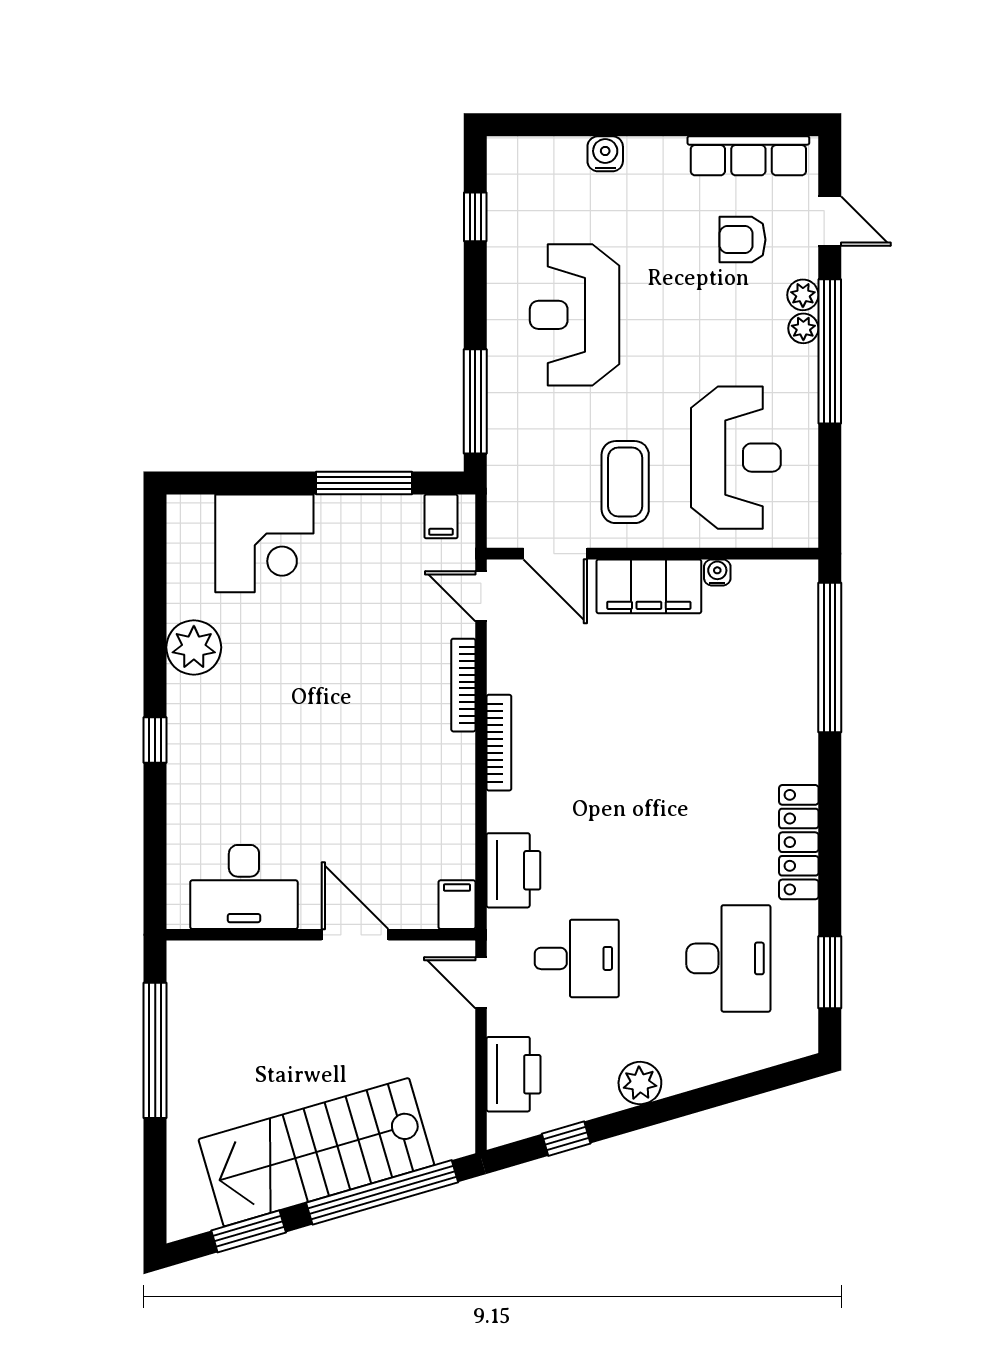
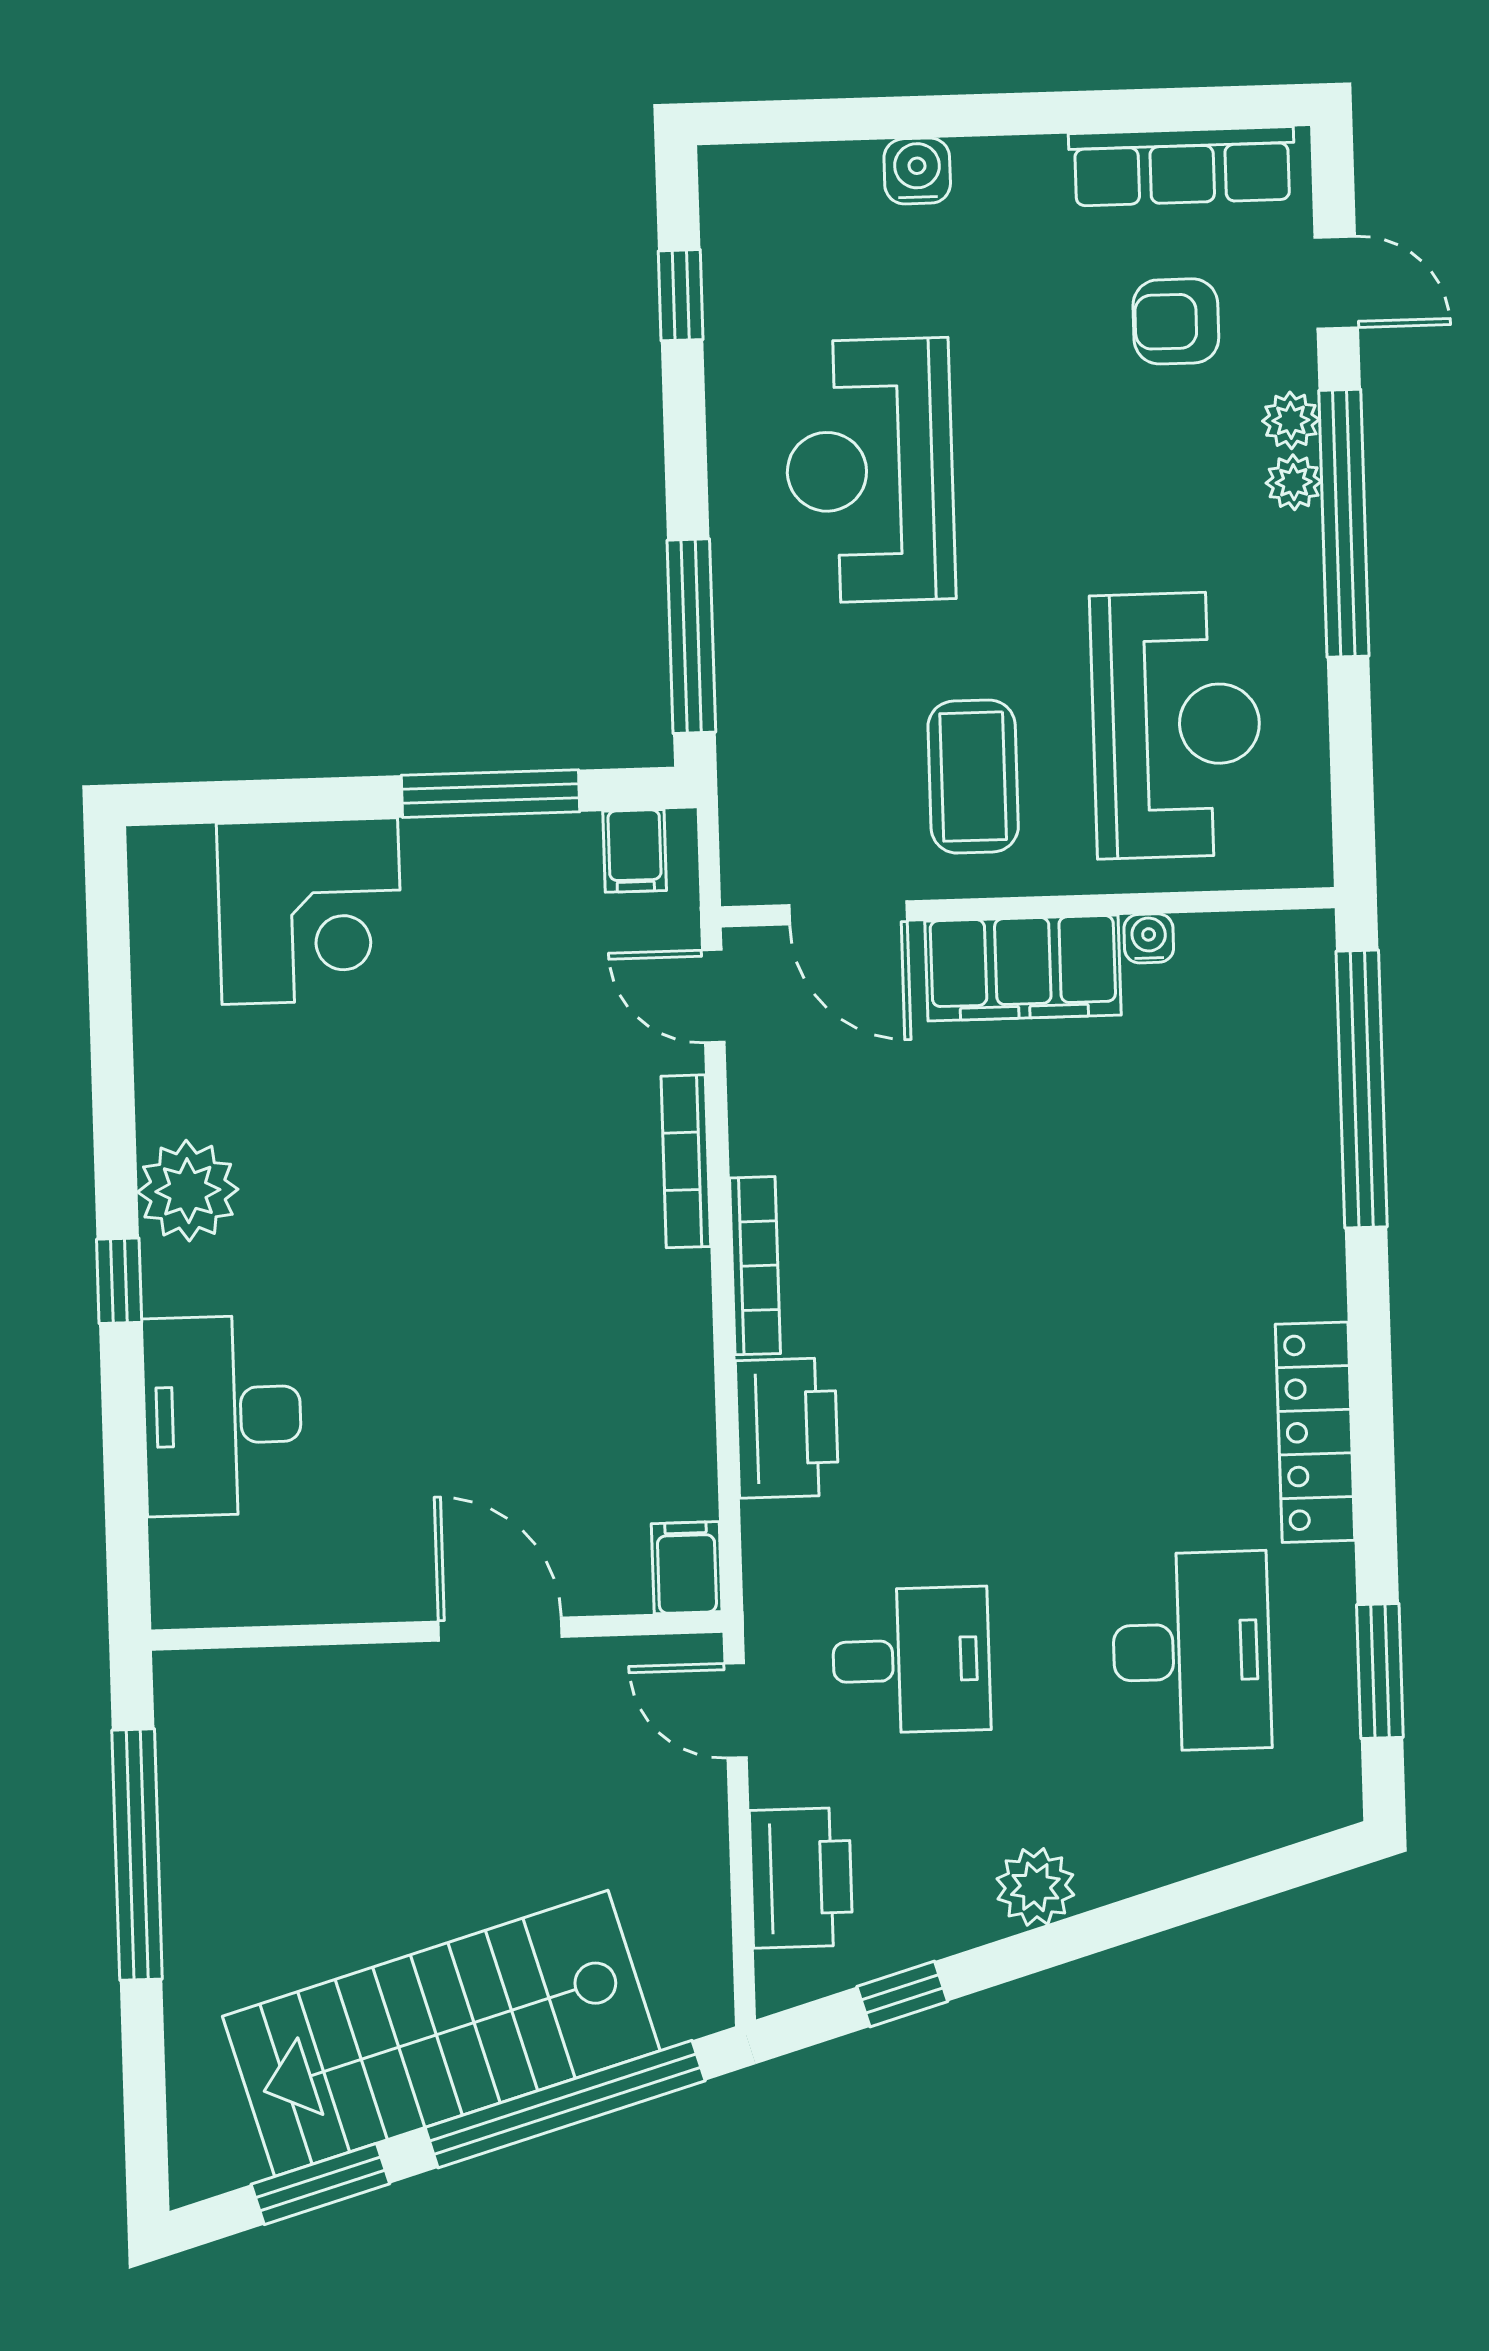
plant: (194, 647) -> (188, 1191), moved
printer: (513, 870) -> (787, 1428), moved
desk: (244, 887) -> (222, 1416), moved, turned 90

